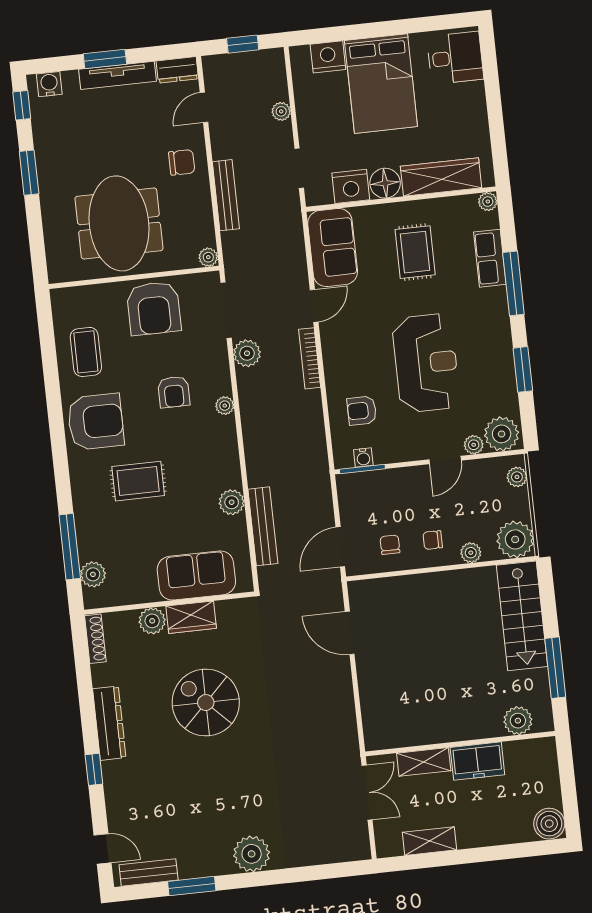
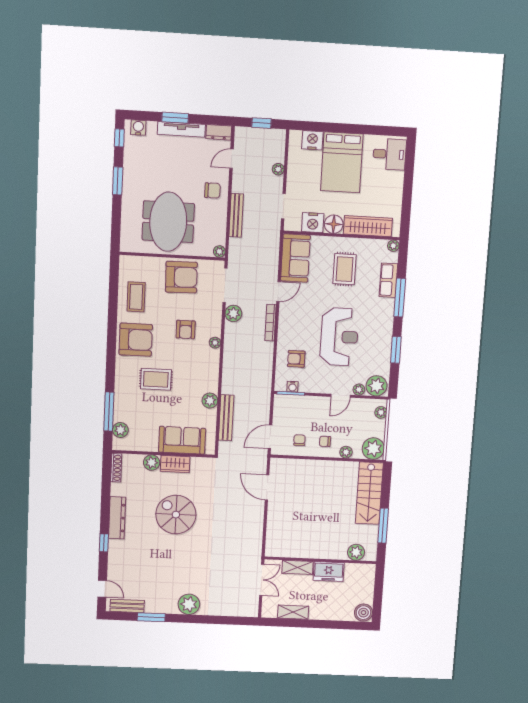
armchair: (154, 308) -> (181, 277), turned -91

